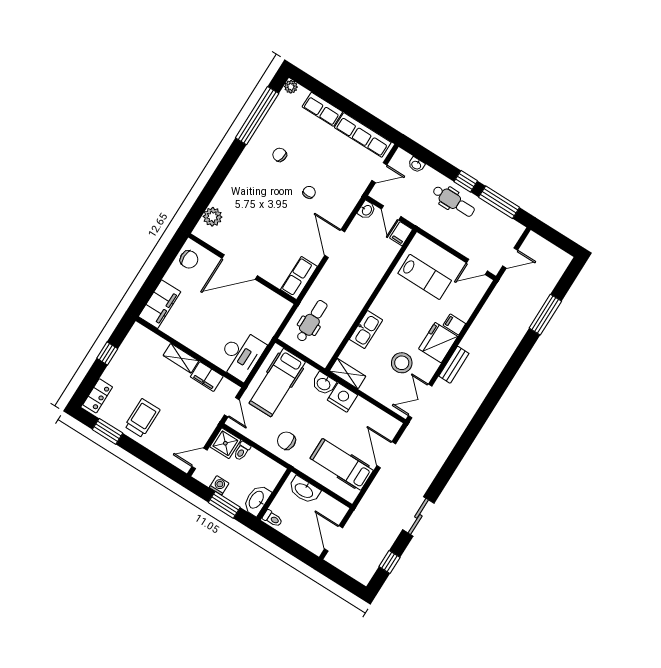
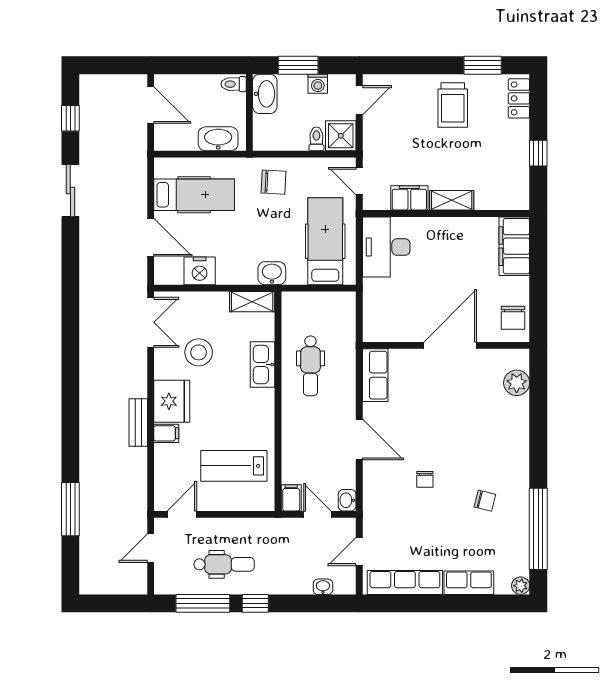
dental chair: (454, 201) -> (224, 564), moved, turned 180
chair: (189, 259) -> (513, 318), turned -90
dental chair: (312, 321) -> (311, 366), moved
bench: (454, 365) -> (138, 423), moved
nightstand: (343, 398) -> (200, 271), moved

